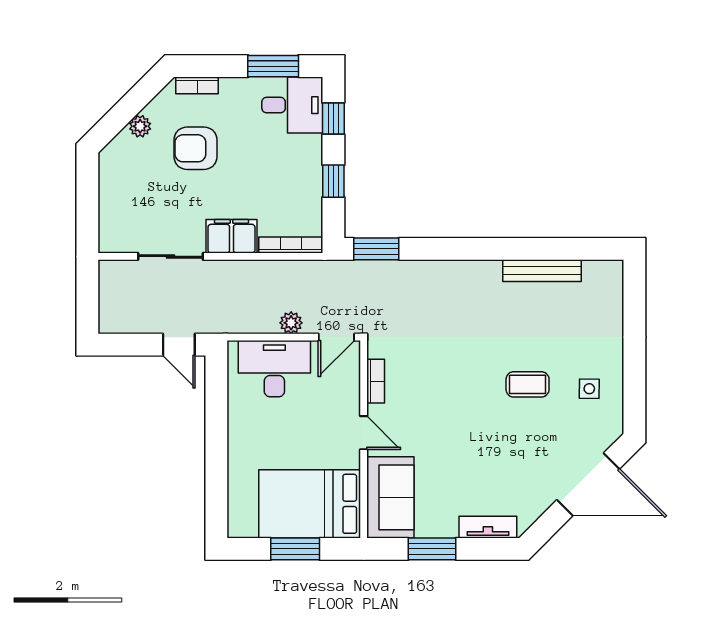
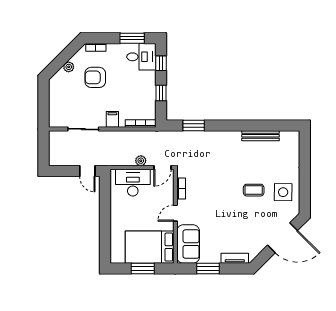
filing cabinet: (231, 236) -> (112, 119), width x0.50
window: (376, 249) -> (194, 125), moved
side table: (589, 389) -> (283, 192), width x1.87, depth x1.87
door: (364, 433) -> (175, 213), swing flipped

